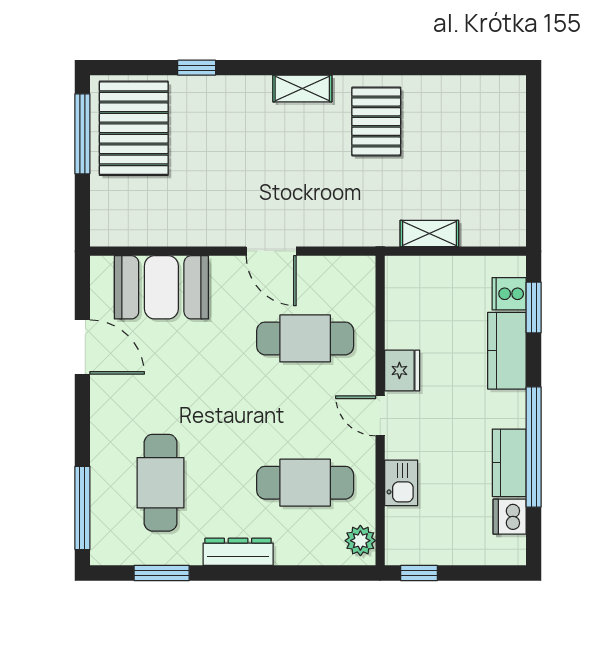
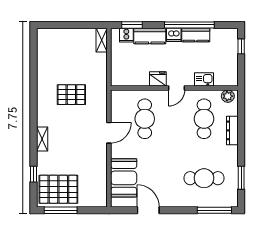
window: (197, 68) -> (33, 174), moved
shelving: (302, 89) -> (42, 139), moved
pallet: (376, 121) -> (71, 95), moved
shelving: (429, 234) -> (102, 40), moved
door: (82, 347) -> (148, 210), hinge flipped
dishwasher: (510, 517) -> (174, 35), moved
dresser: (238, 552) -> (232, 130), moved
window: (419, 573) -> (241, 46), moved

